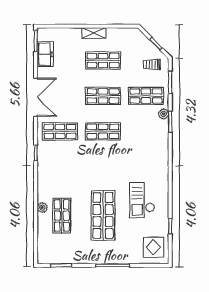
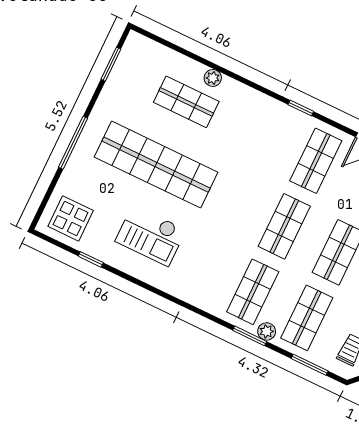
shop shelf: (146, 131) -> (253, 292), added
checkout: (142, 200) -> (151, 235), turned 180
shop shelf: (103, 216) -> (156, 165), width x1.40

